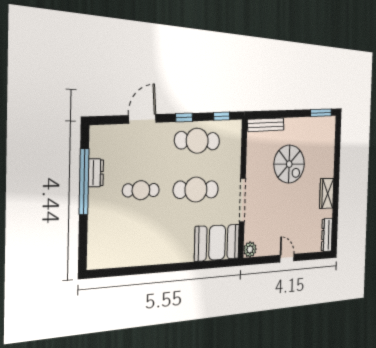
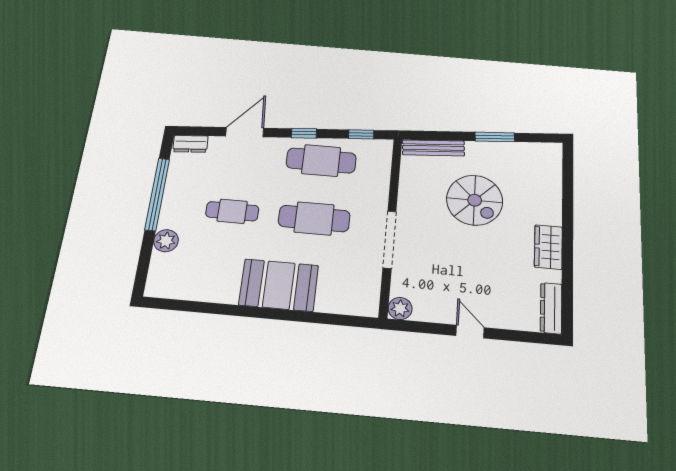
window: (321, 113) -> (495, 137), moved
dresser: (96, 173) -> (190, 144), moved, turned 86
plant: (96, 221) -> (166, 241), added
booth: (217, 243) -> (279, 285), moved

